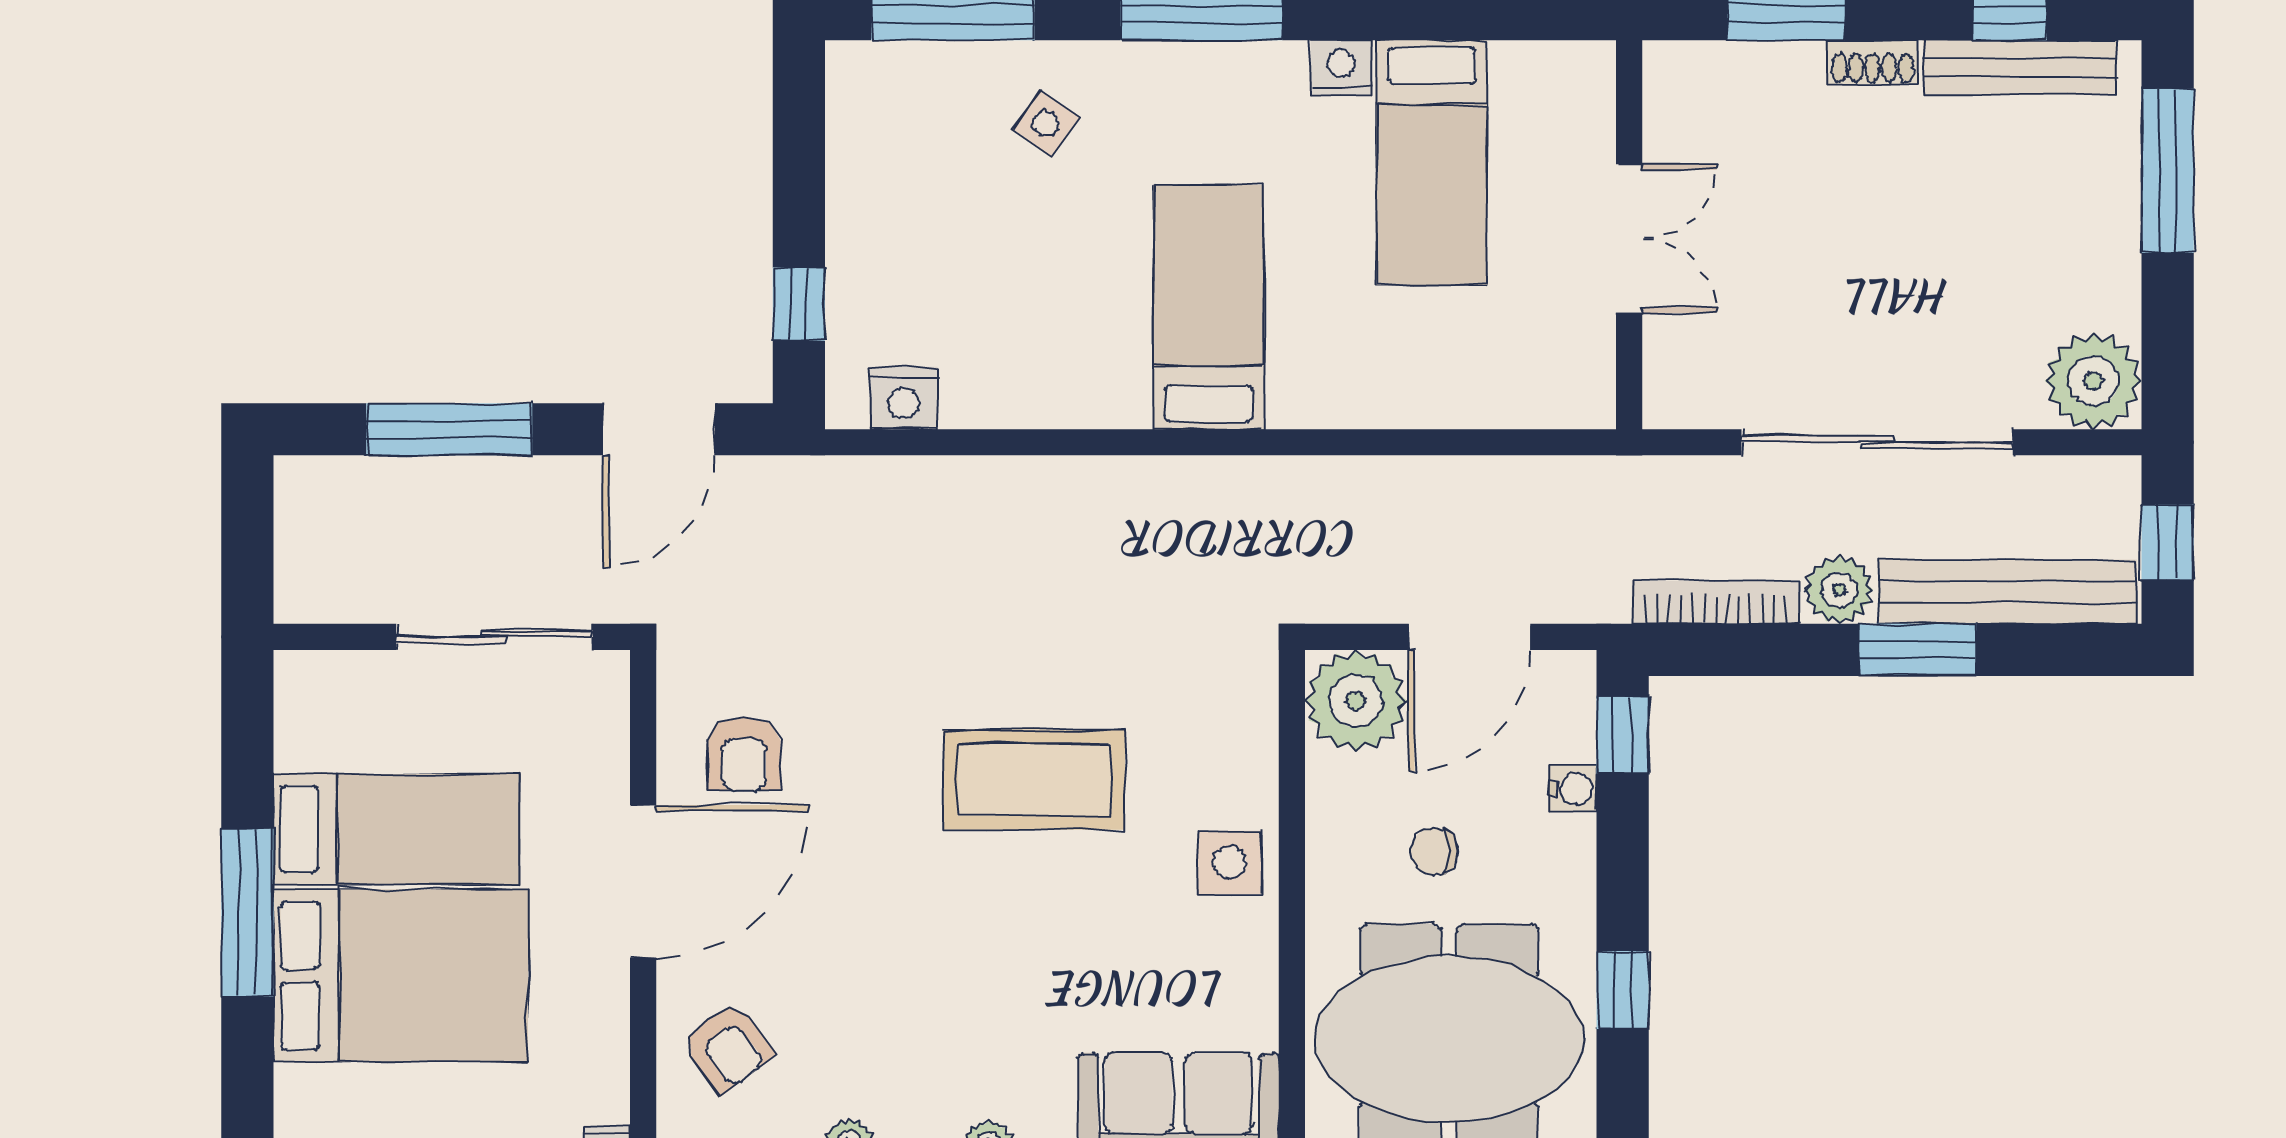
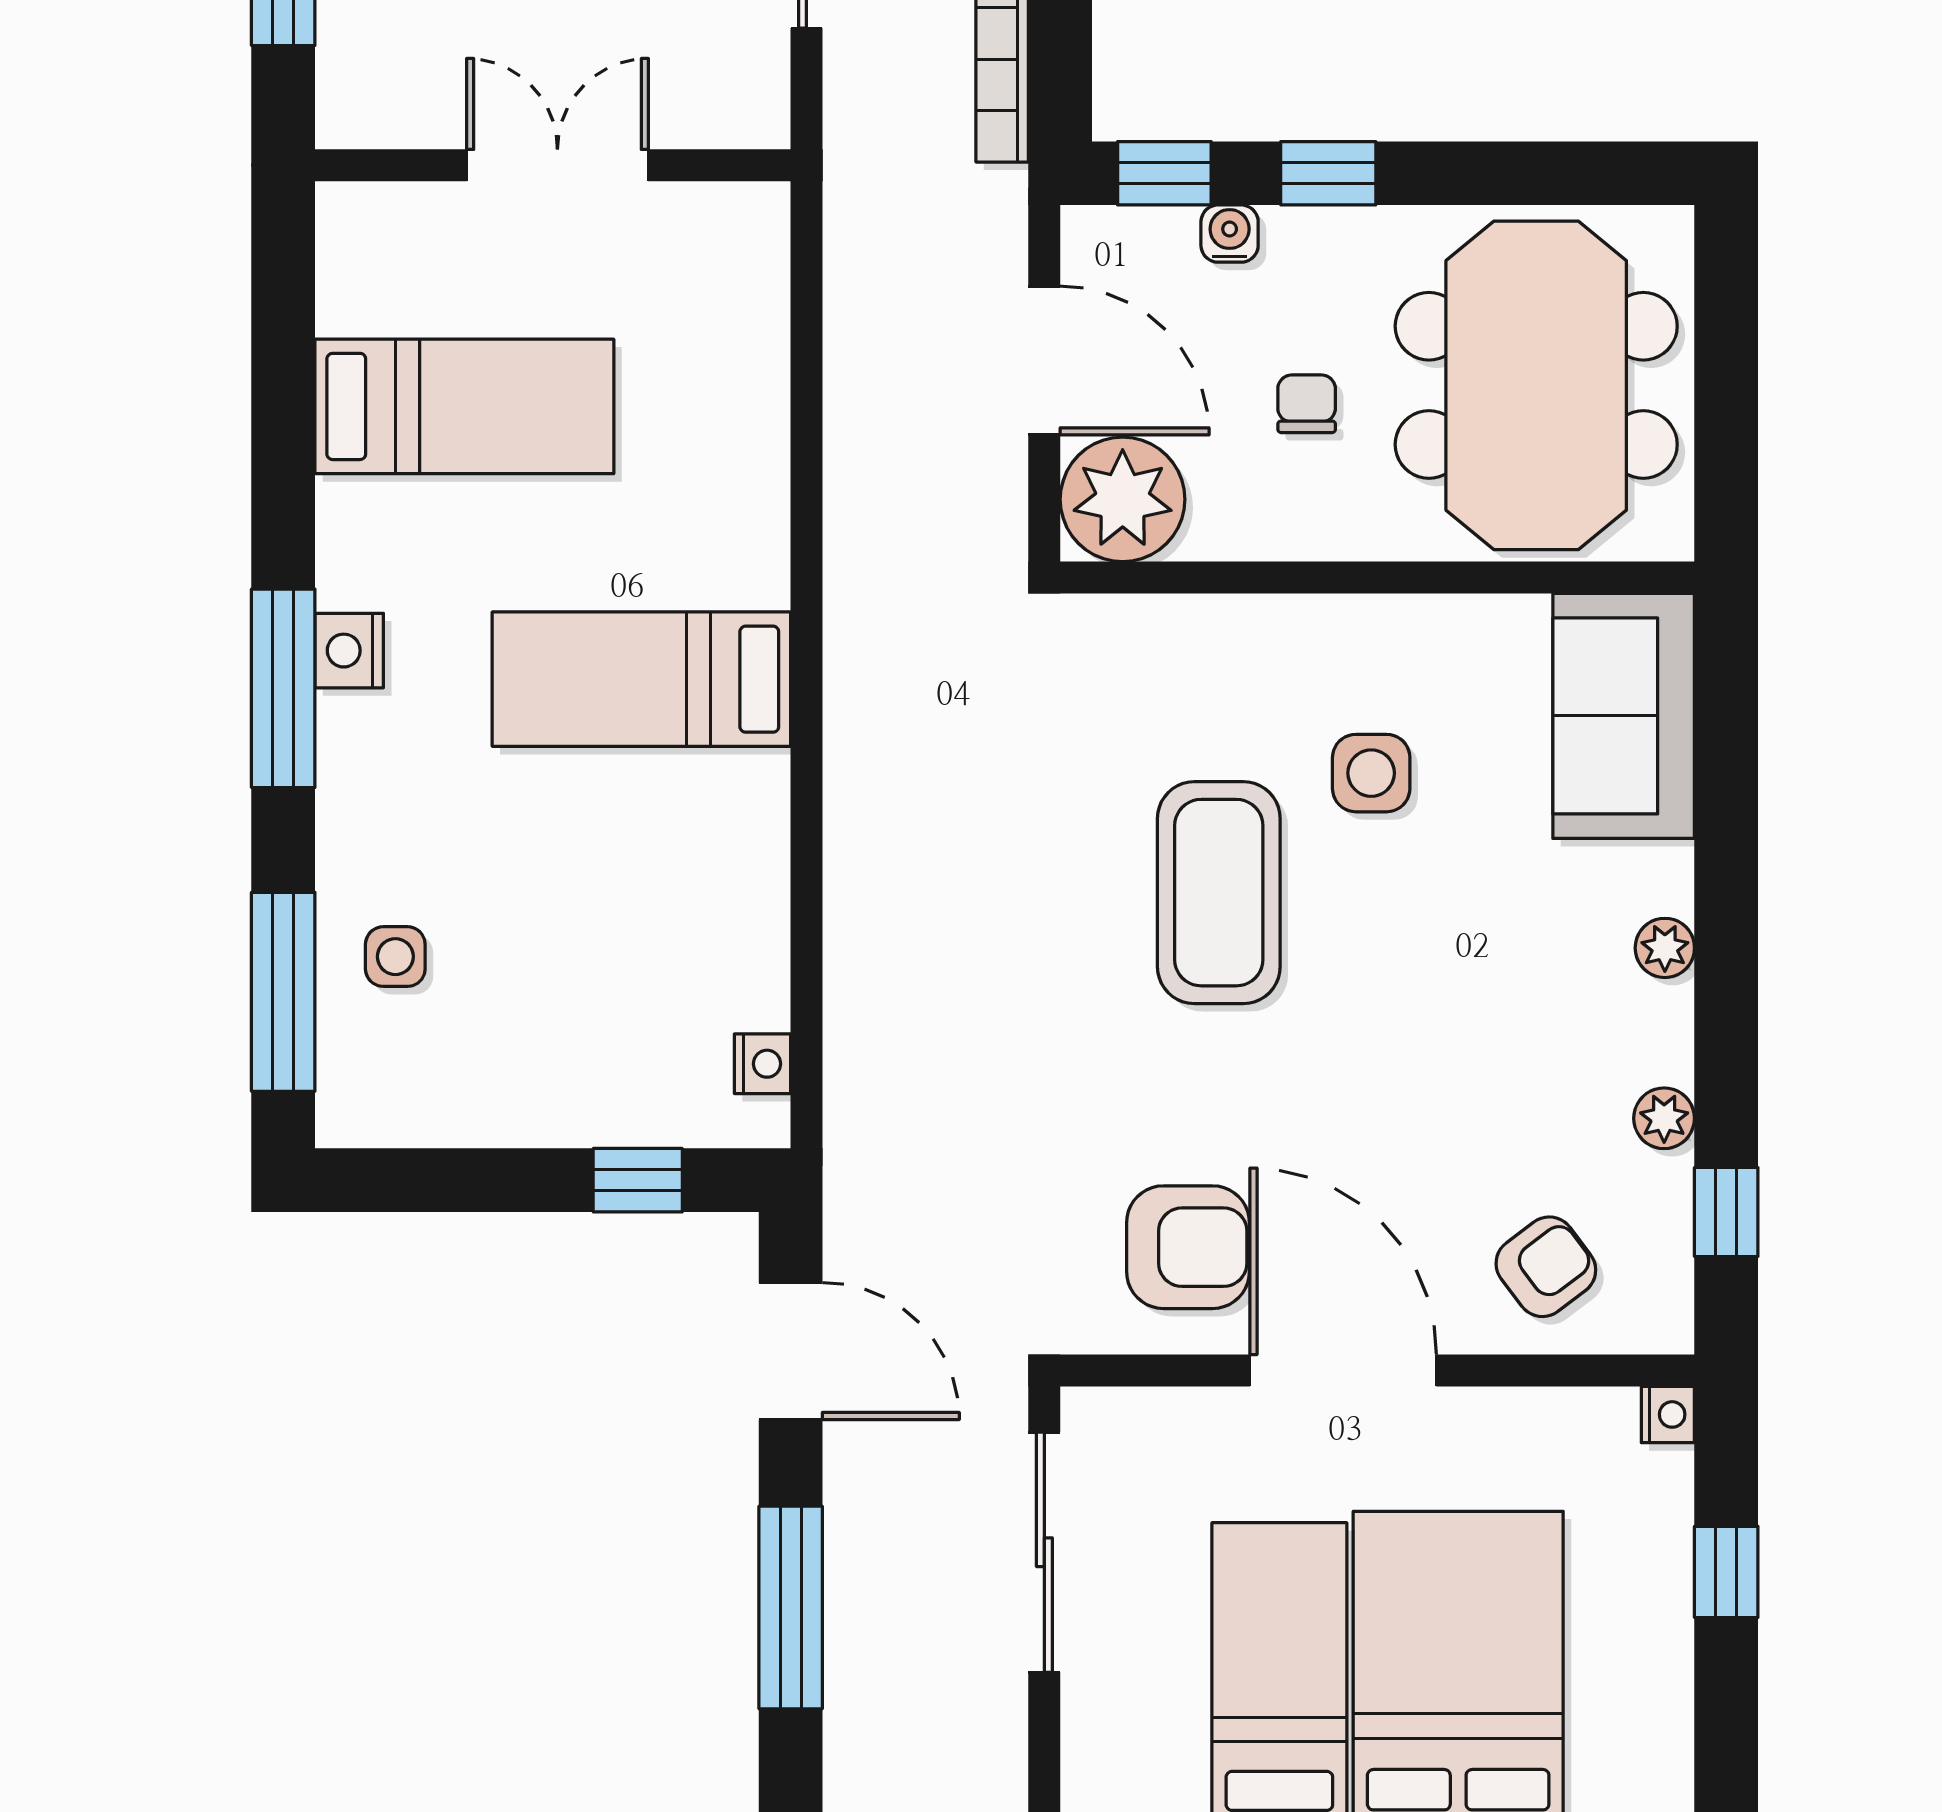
nightstand: (1341, 68) -> (349, 651), moved
side table: (1046, 123) -> (395, 957), moved, turned -35
nightstand: (904, 398) -> (762, 1064), width x0.72, depth x0.74
armchair: (744, 754) -> (1188, 1247), width x1.38, depth x1.38
chair: (1434, 851) -> (1307, 404), turned 180
side table: (1230, 863) -> (1371, 773), moved
window: (1623, 990) -> (1328, 173), moved

